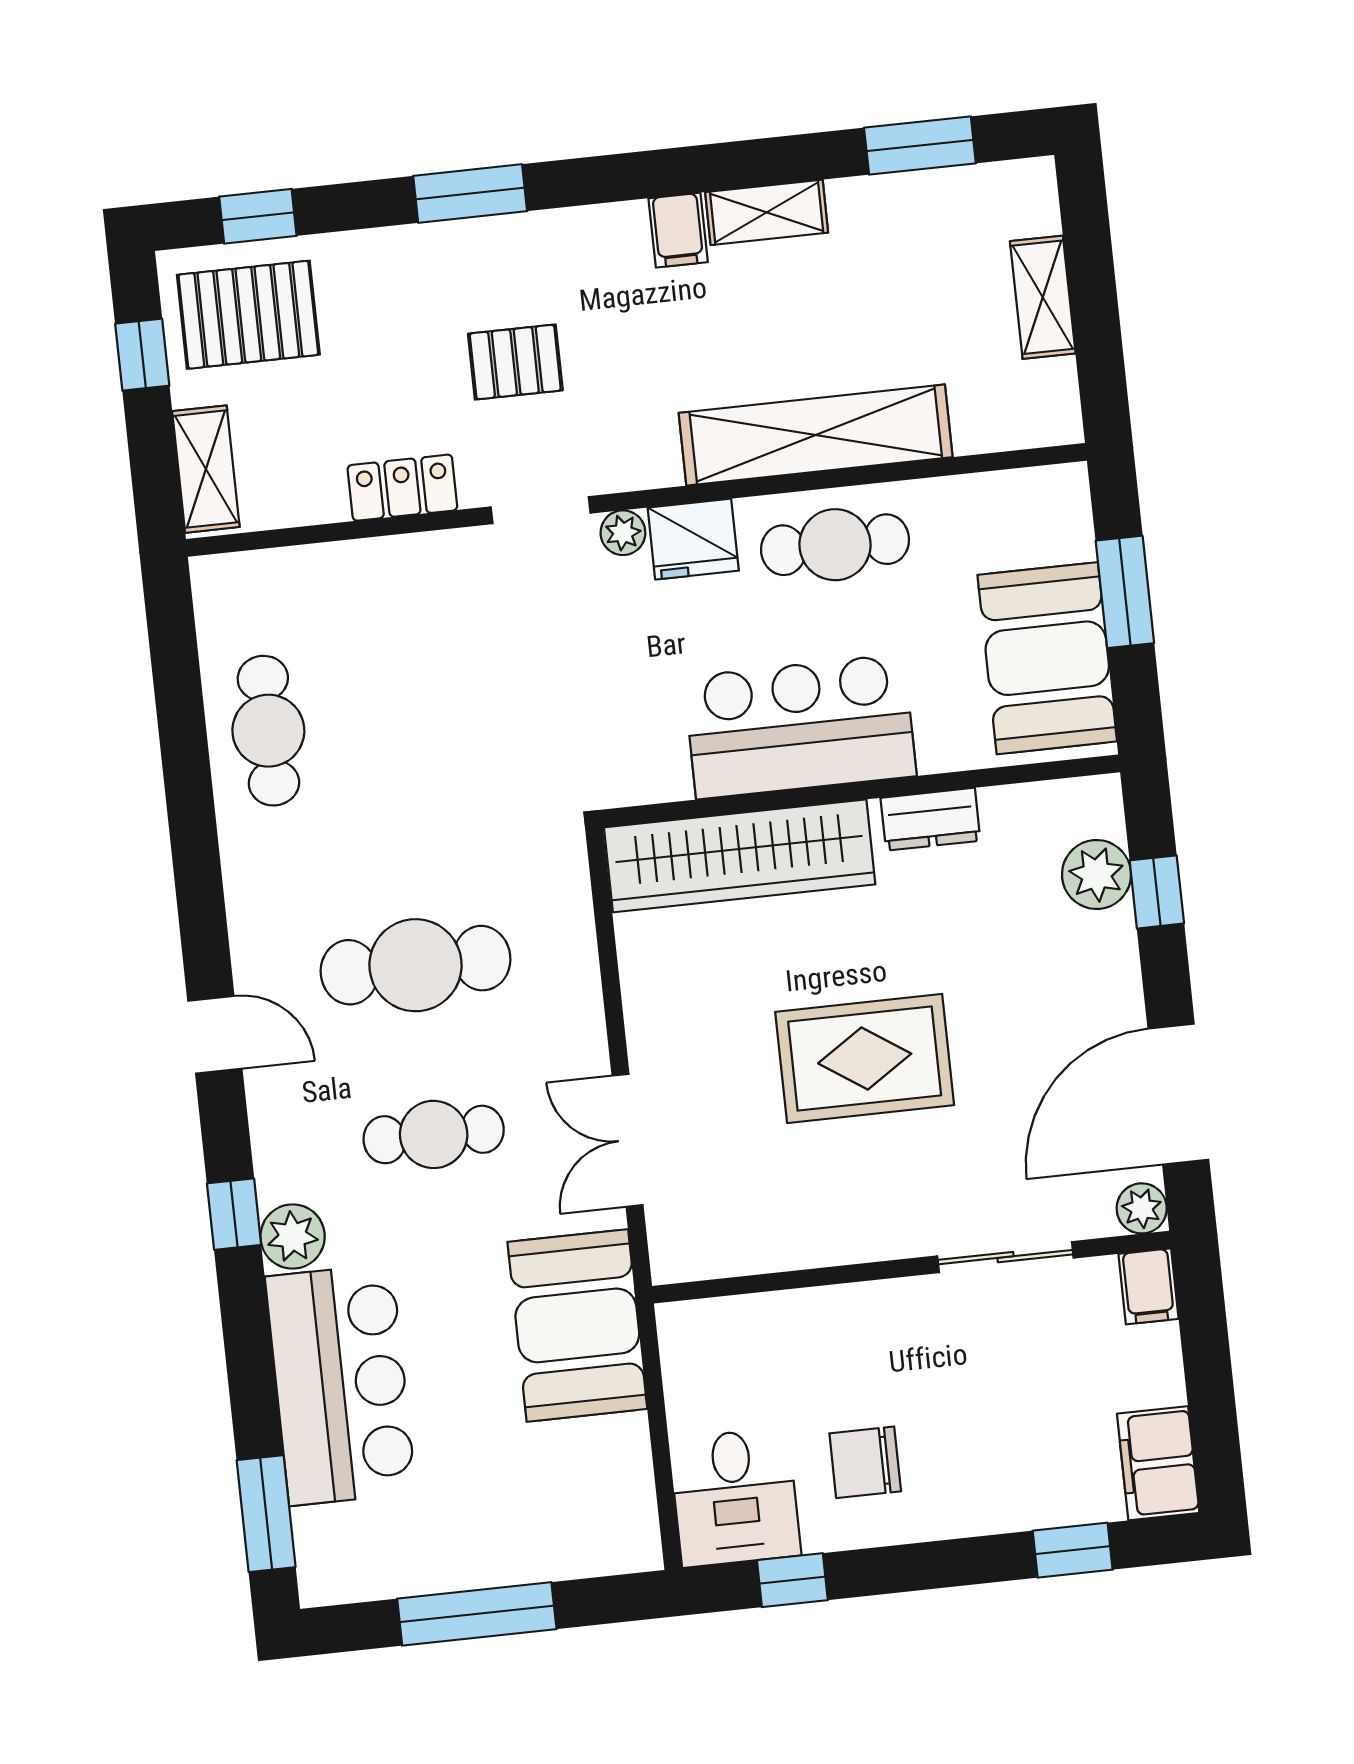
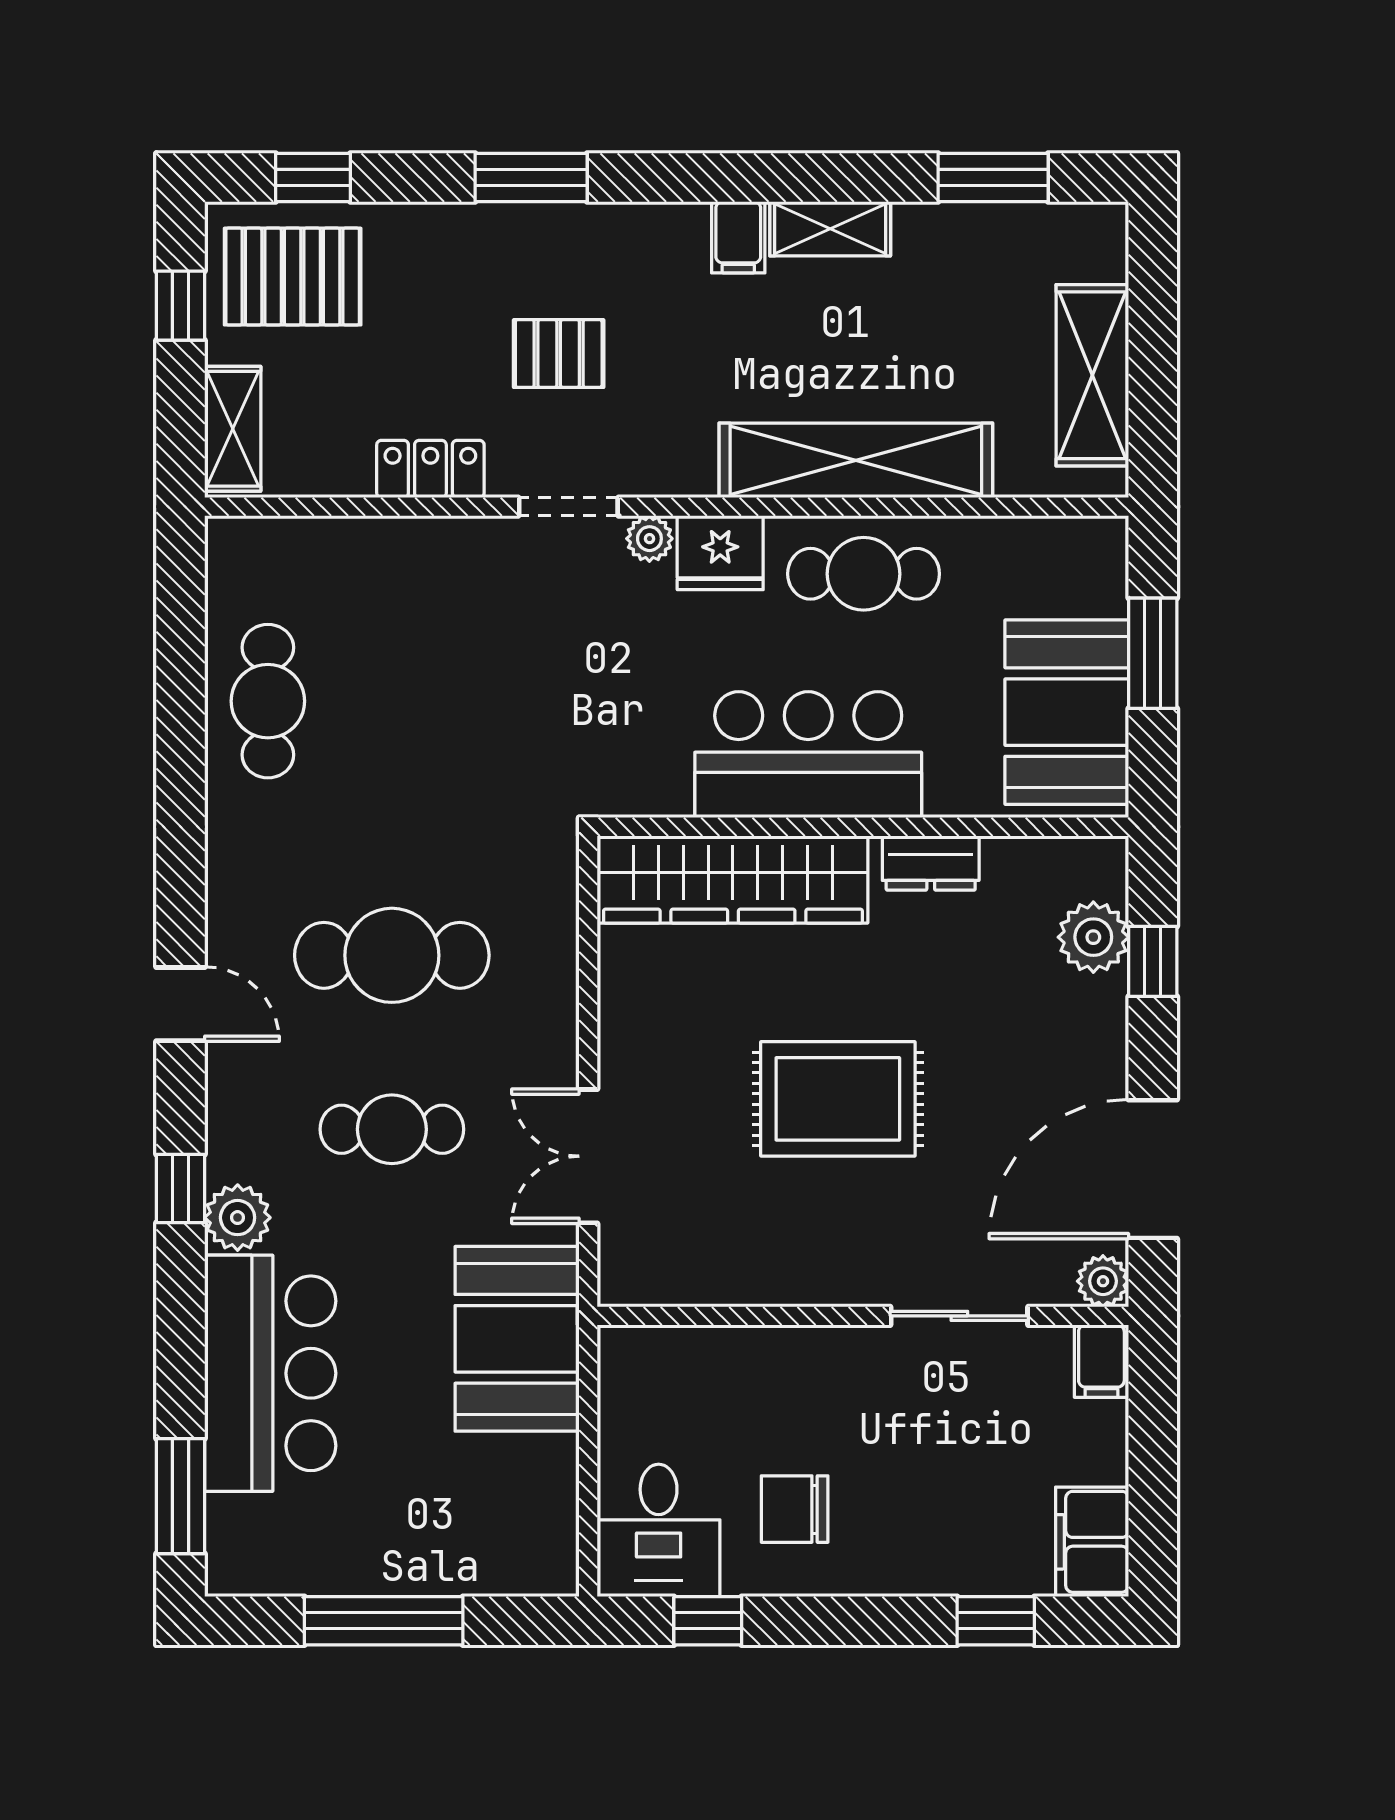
shelving: (1043, 297) -> (1092, 375), width x1.50, depth x1.33

